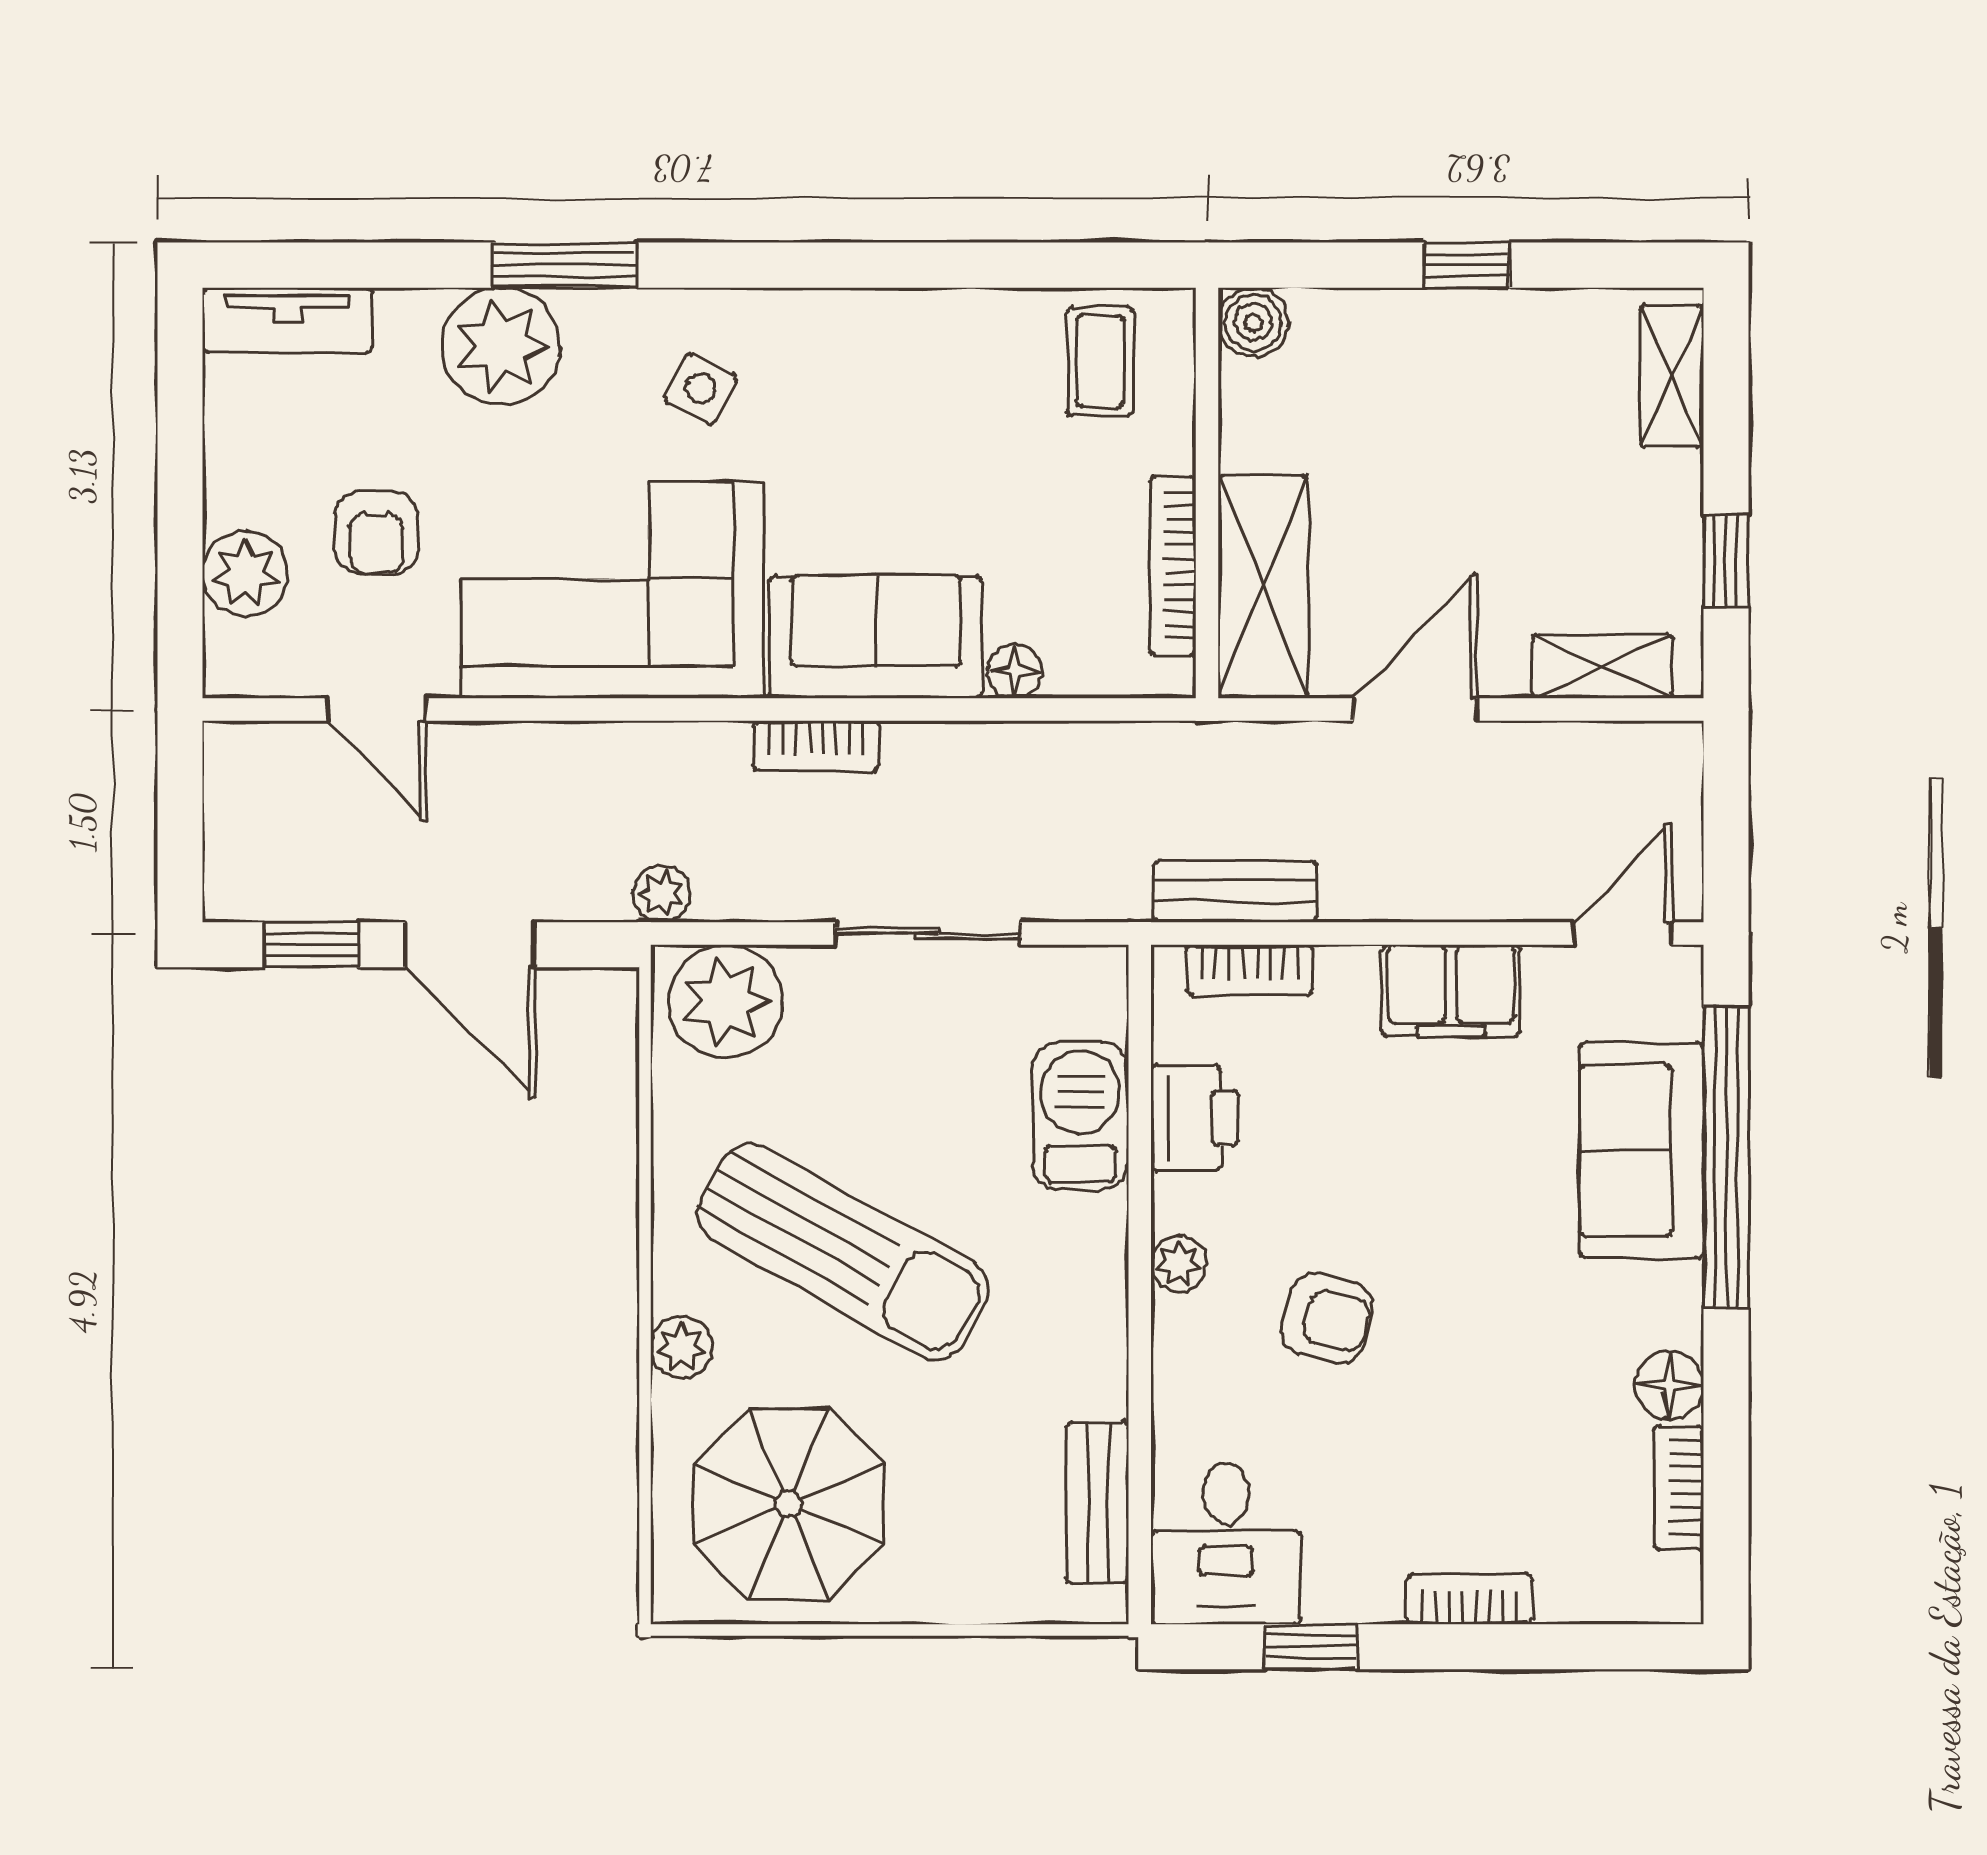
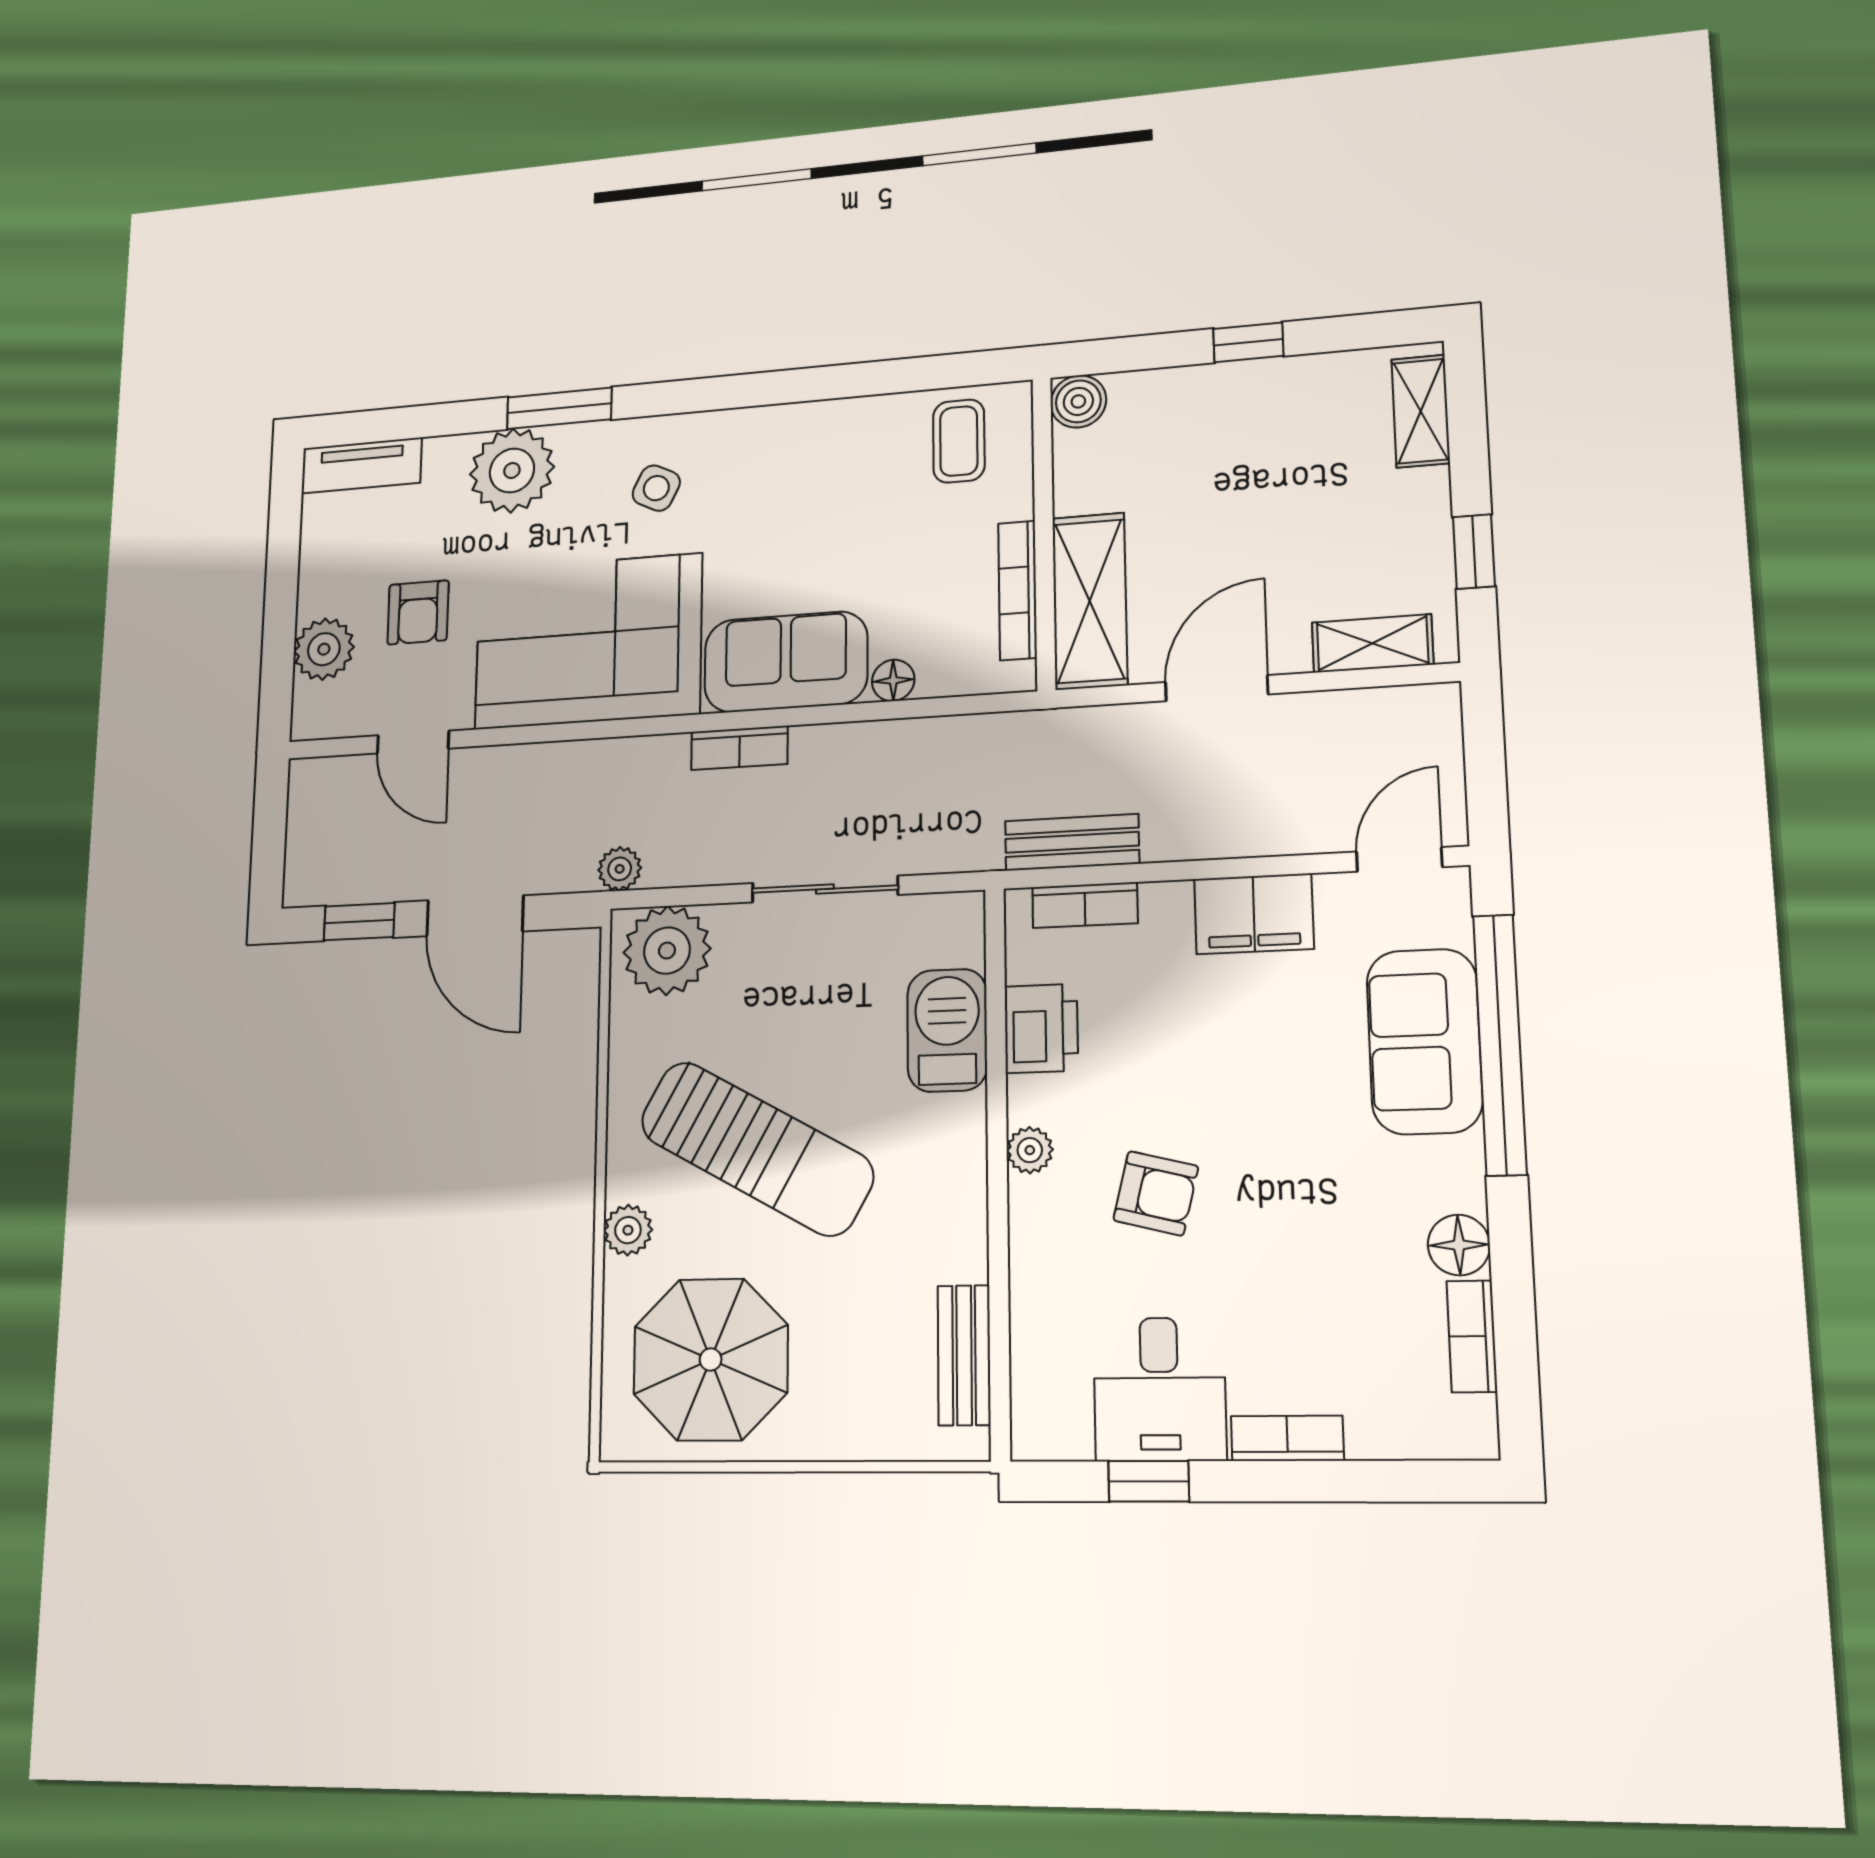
desk: (1226, 1543) -> (1159, 1389), moved

